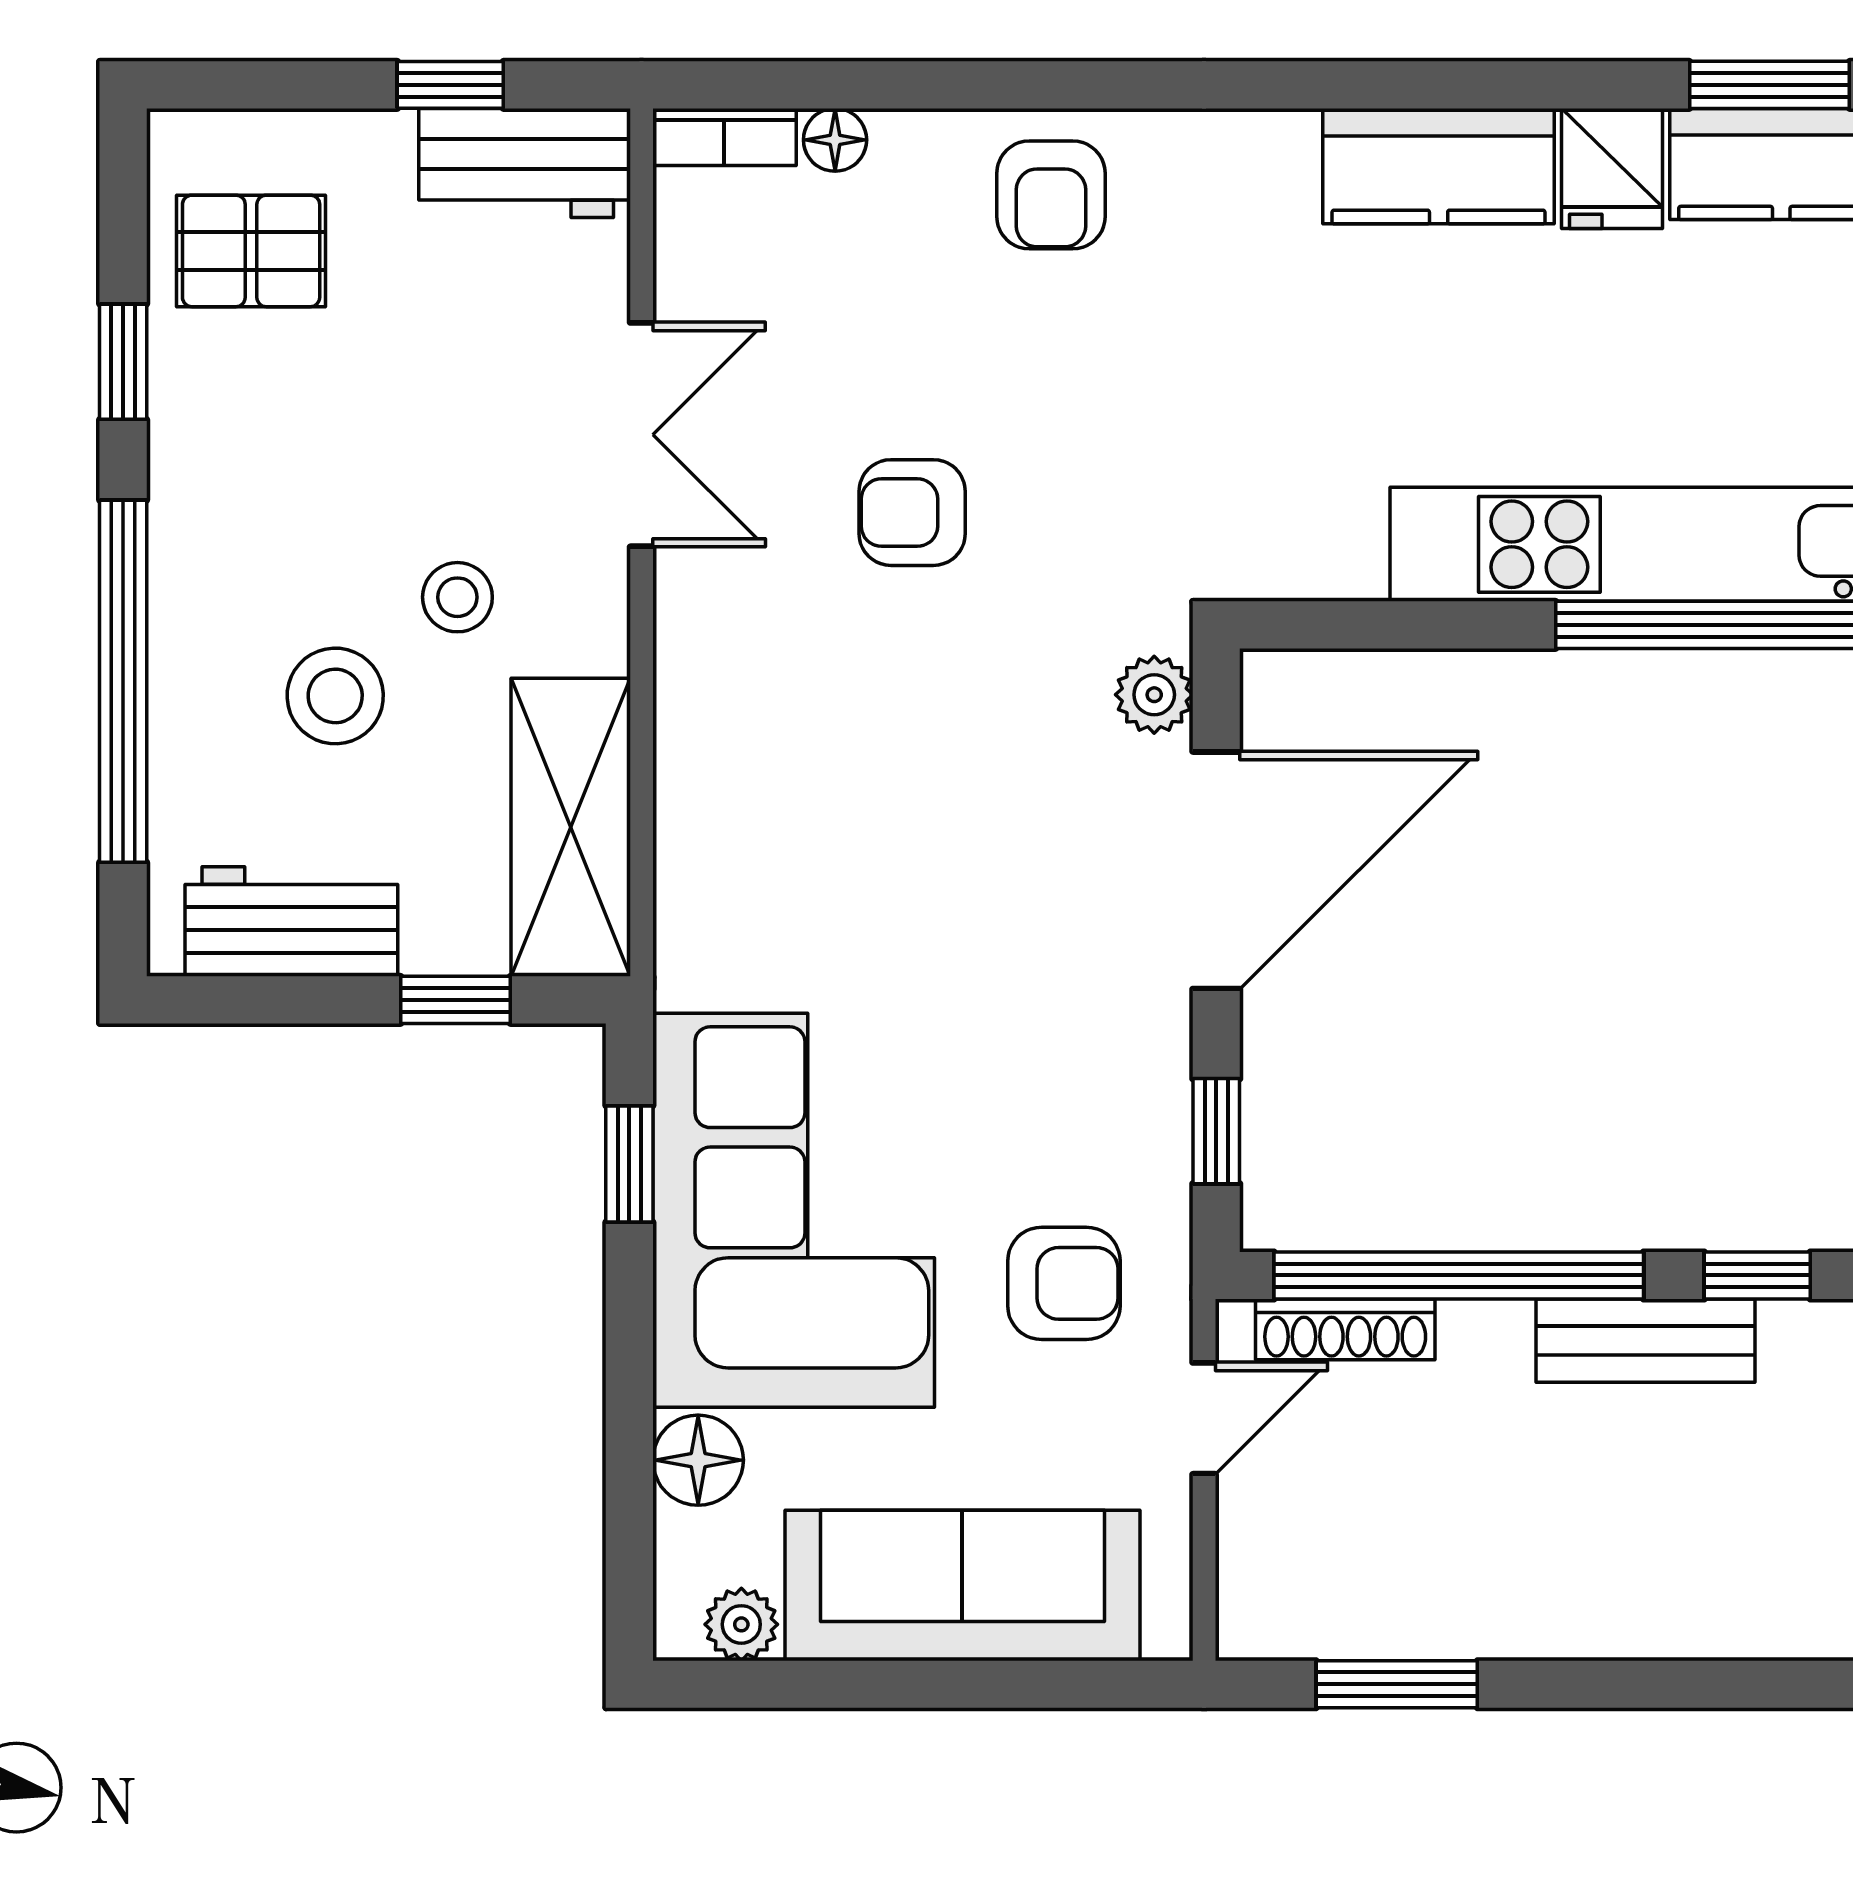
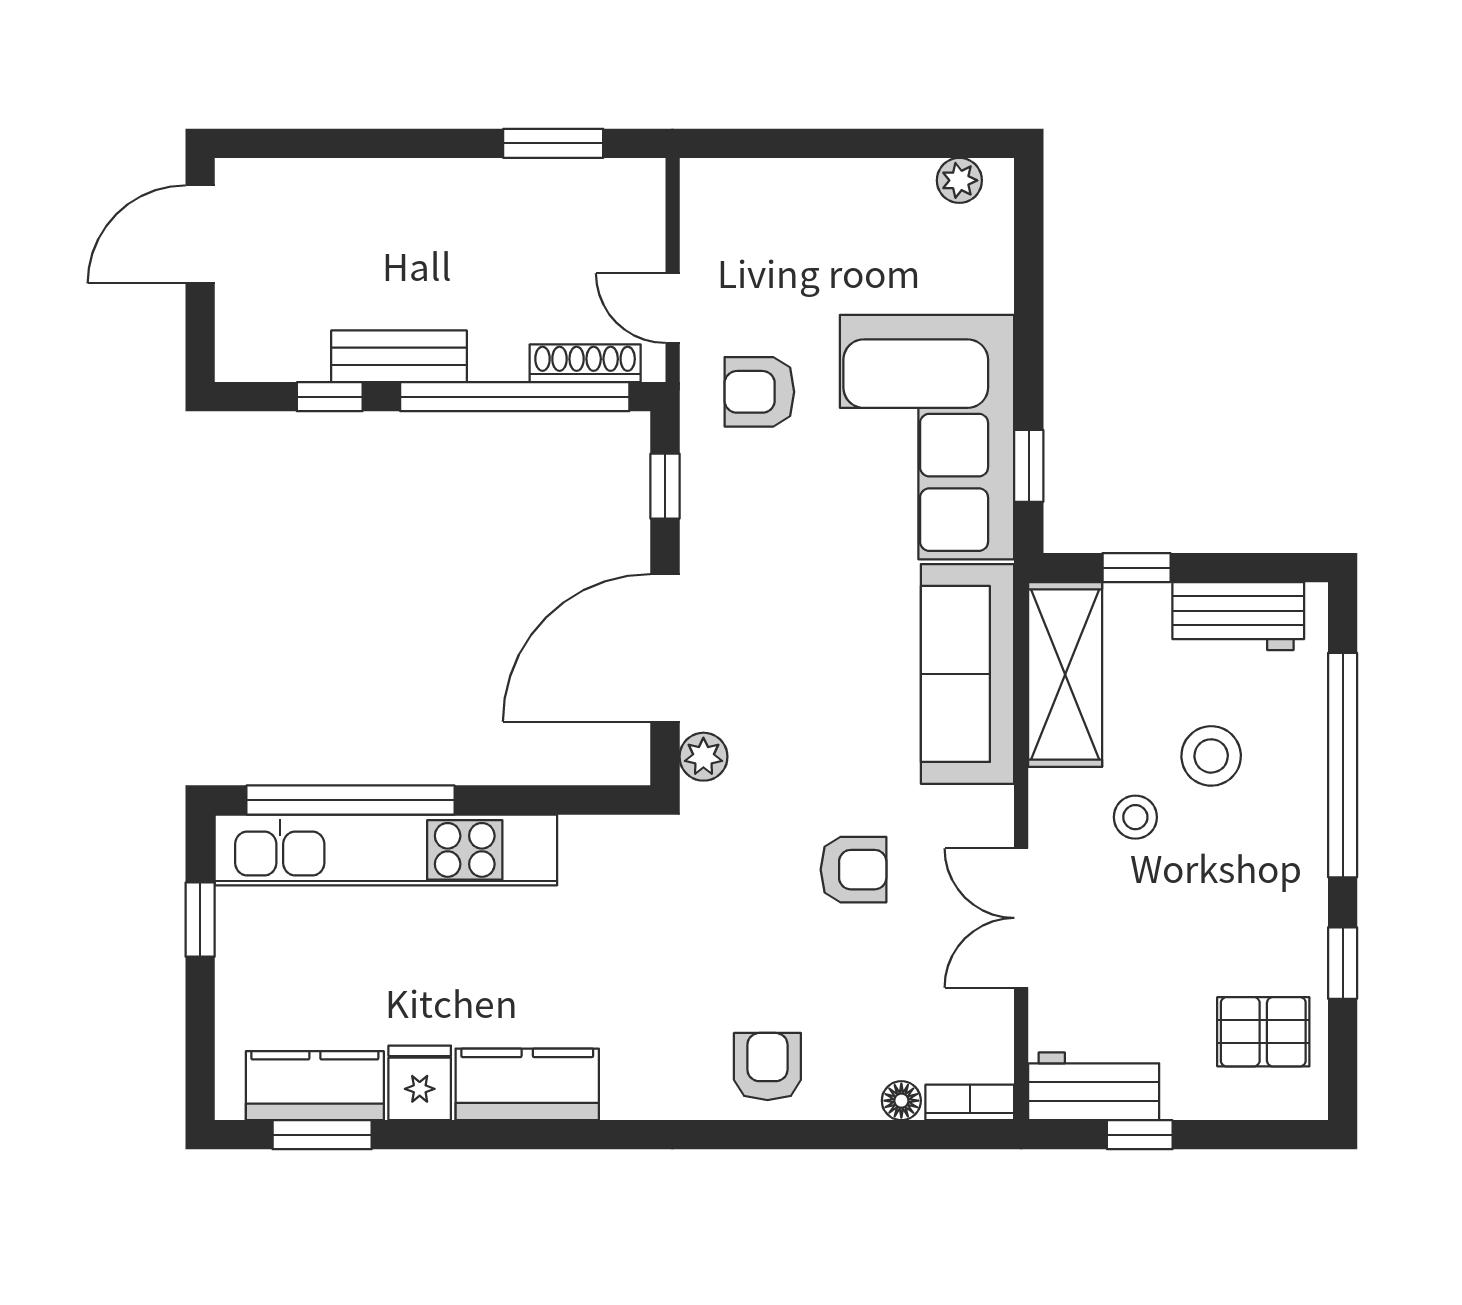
door: (1204, 1418) -> (673, 308), hinge flipped
floor lamp: (698, 1460) -> (986, 282), removed
sofa: (962, 1585) -> (968, 674), moved, turned 90

